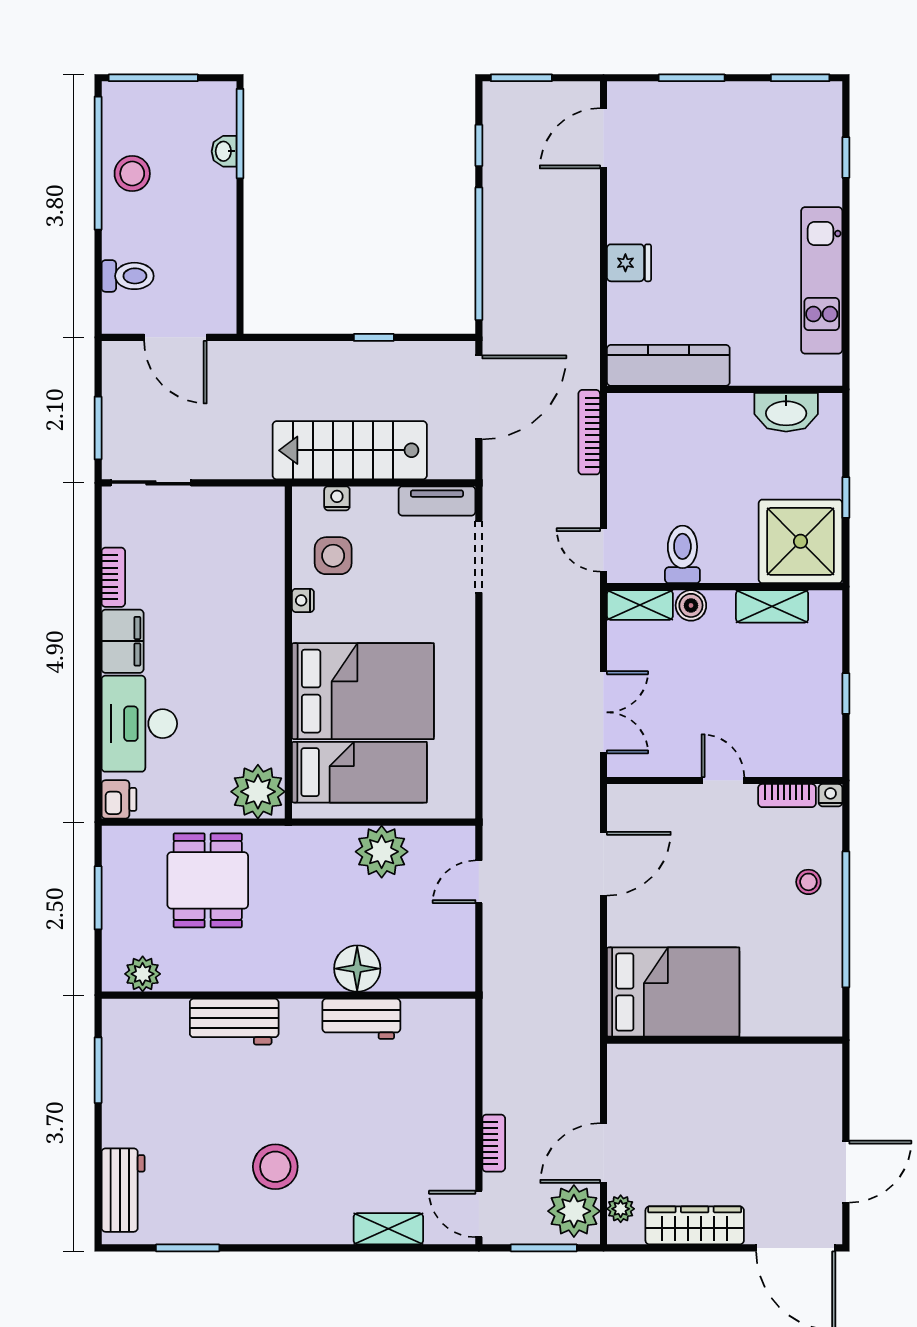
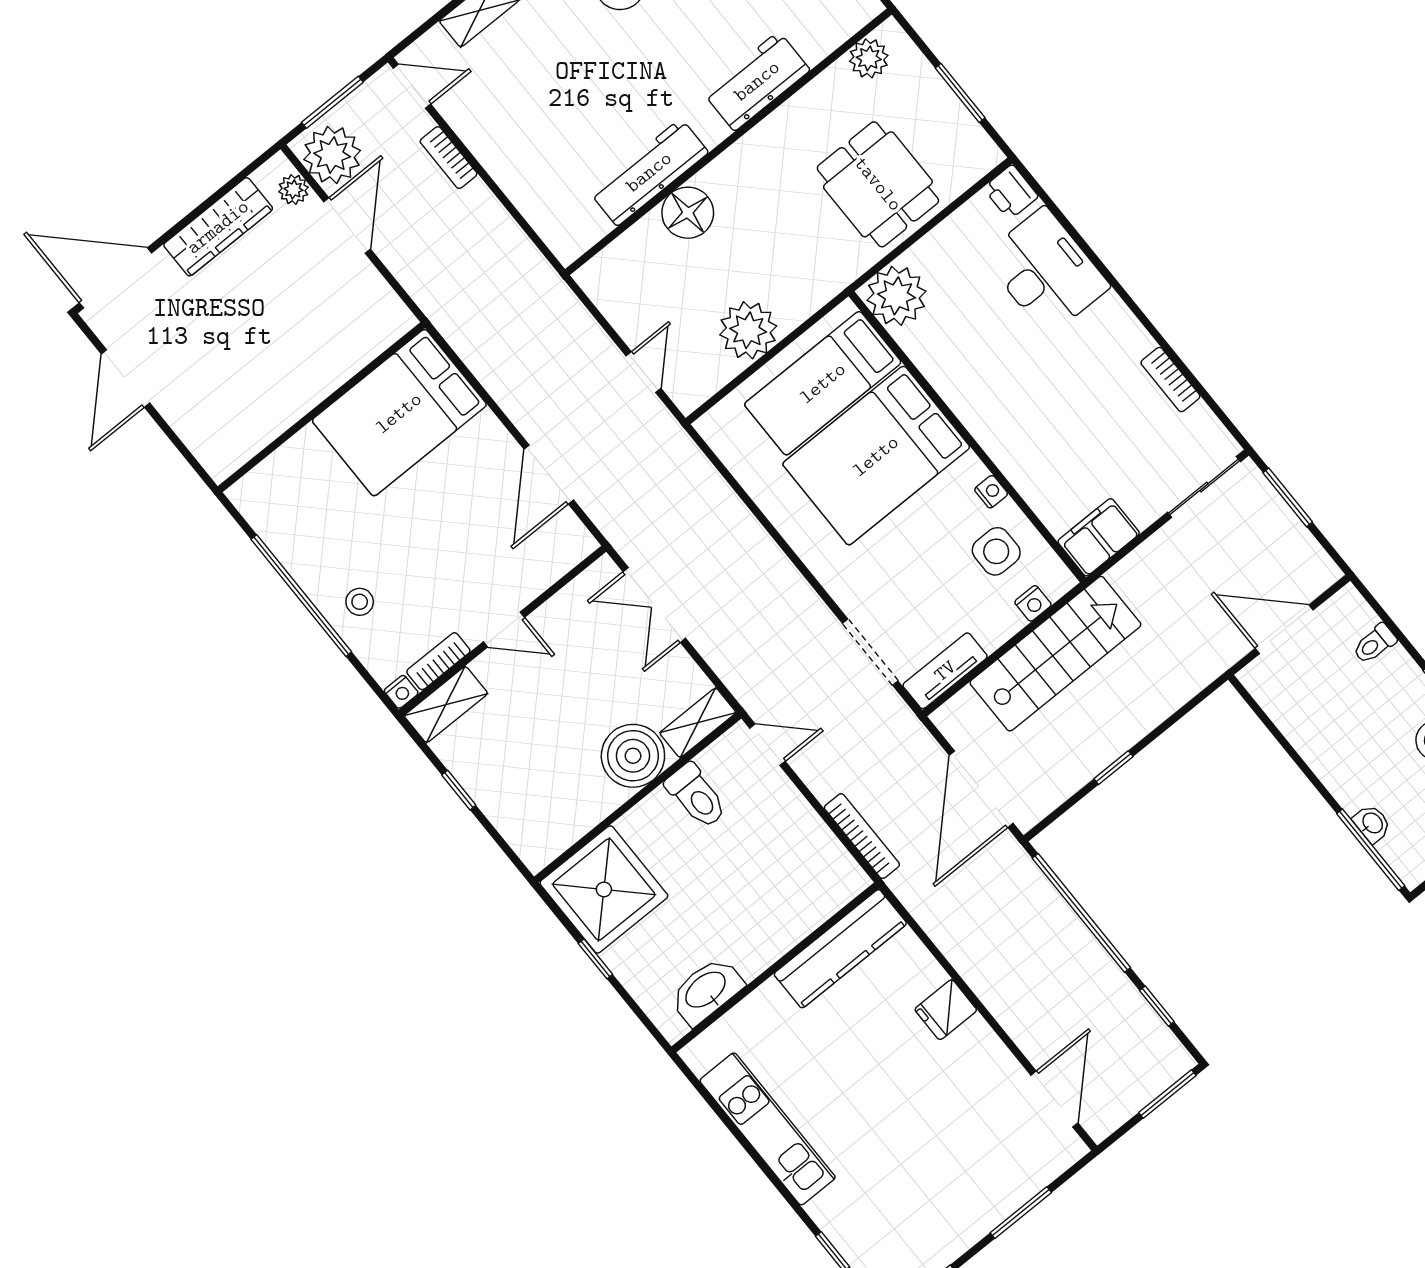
toilet: (128, 276) -> (1374, 644), width x0.73, depth x0.72
boiler: (691, 605) -> (633, 756), width x1.86, depth x1.86
shelving: (772, 606) -> (446, 705), moved
filing cabinet: (123, 641) -> (1099, 537), moved, turned 90
workbench: (361, 1019) -> (649, 172), width x1.38

